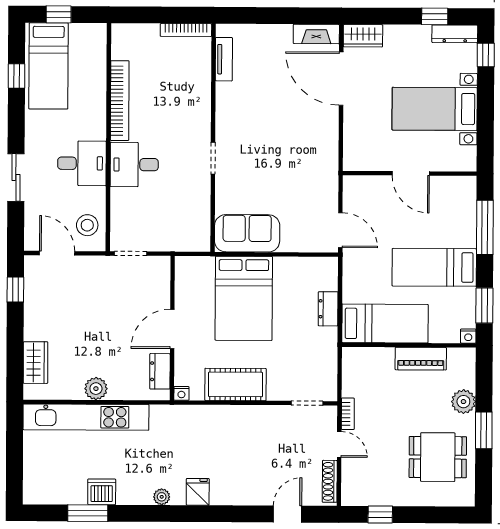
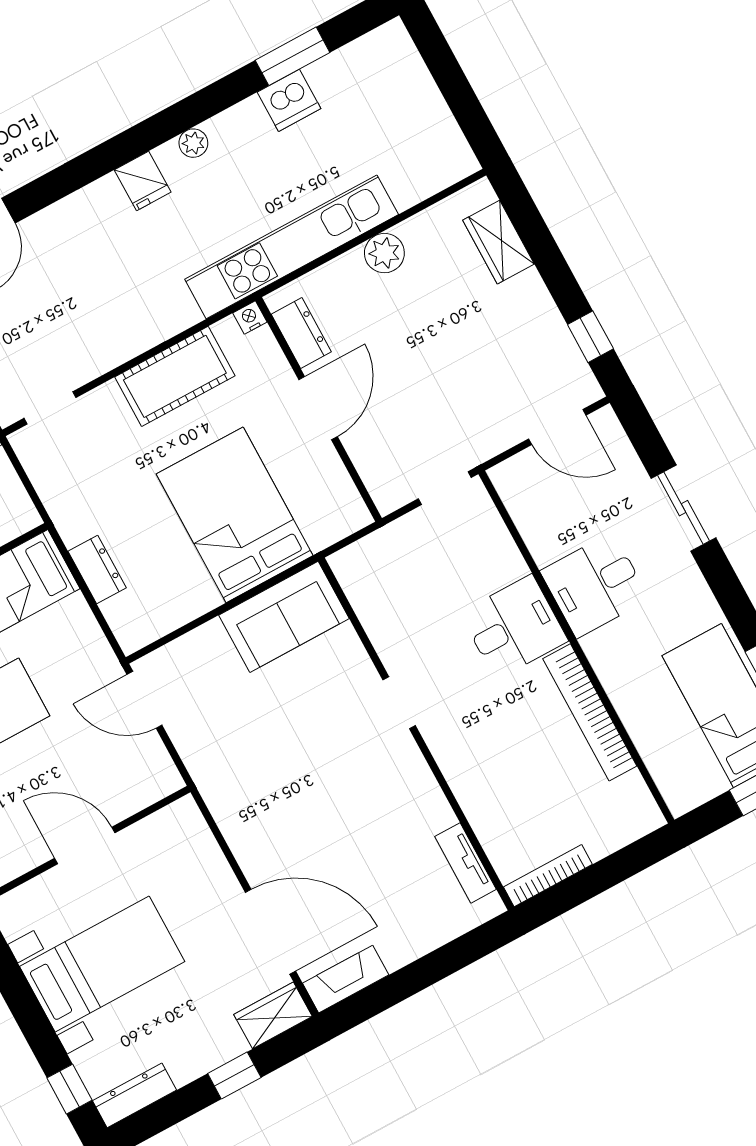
window: (435, 16) -> (234, 1075), moved
stool: (87, 225) -> (535, 495), removed
kitchen unit: (86, 417) -> (292, 247), moved

